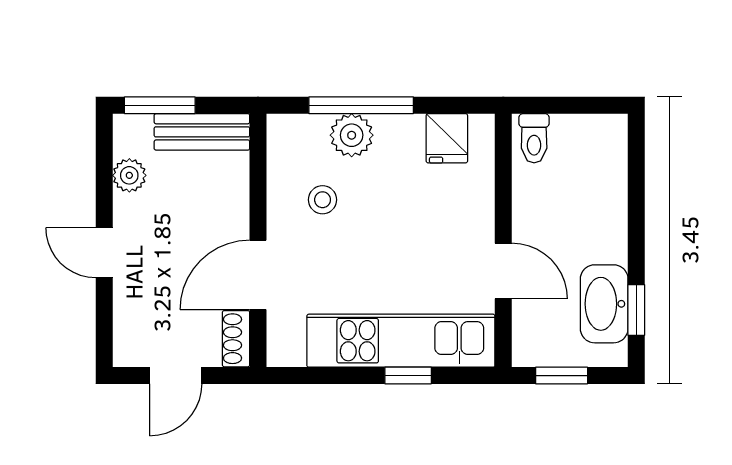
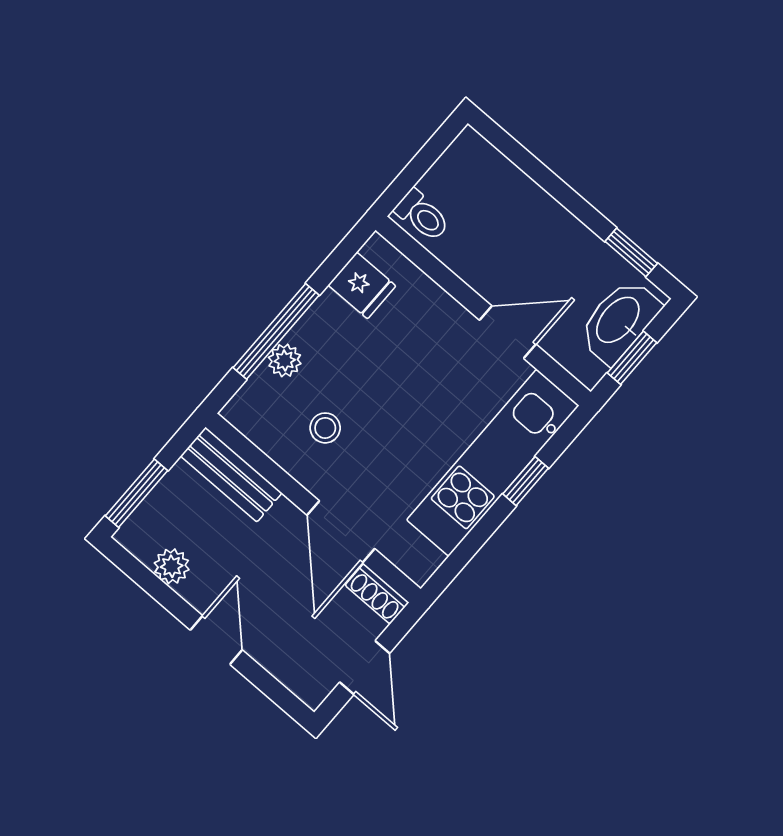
bench: (202, 132) -> (231, 474), moved, turned 90
plant: (352, 135) -> (285, 360), width x0.73, depth x0.73
door: (104, 253) -> (216, 640), swing flipped
washbasin: (604, 304) -> (619, 321), moved, turned 90

